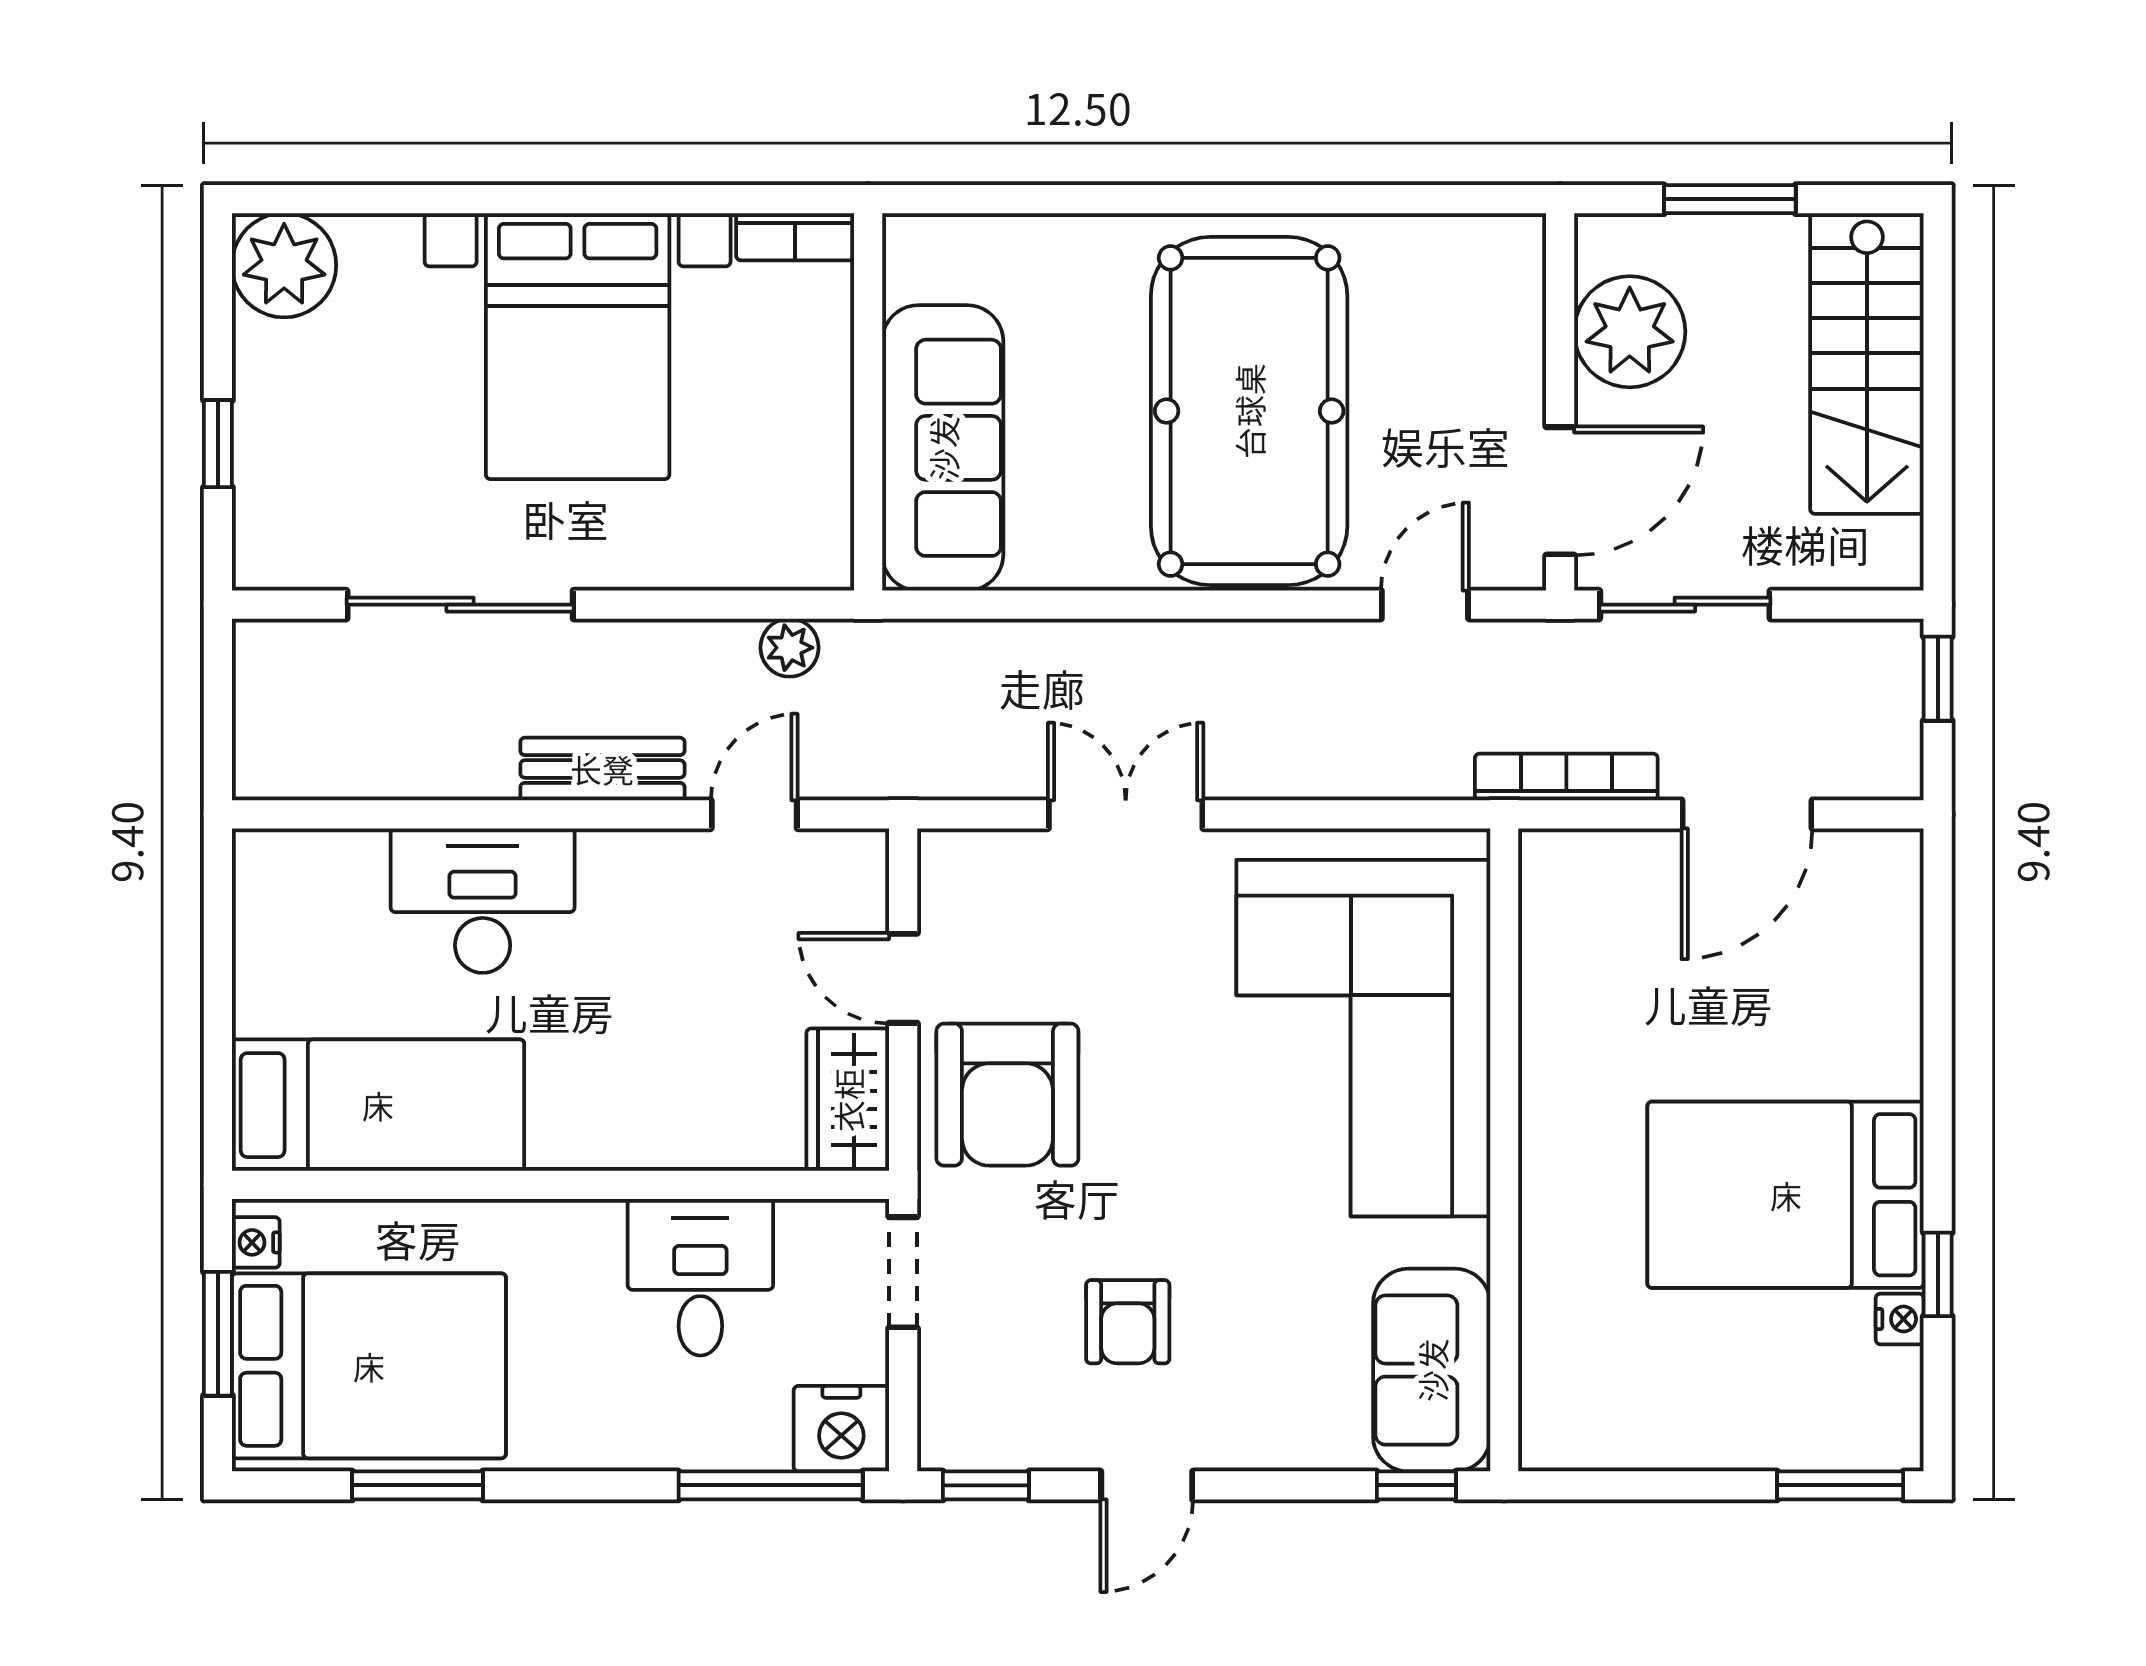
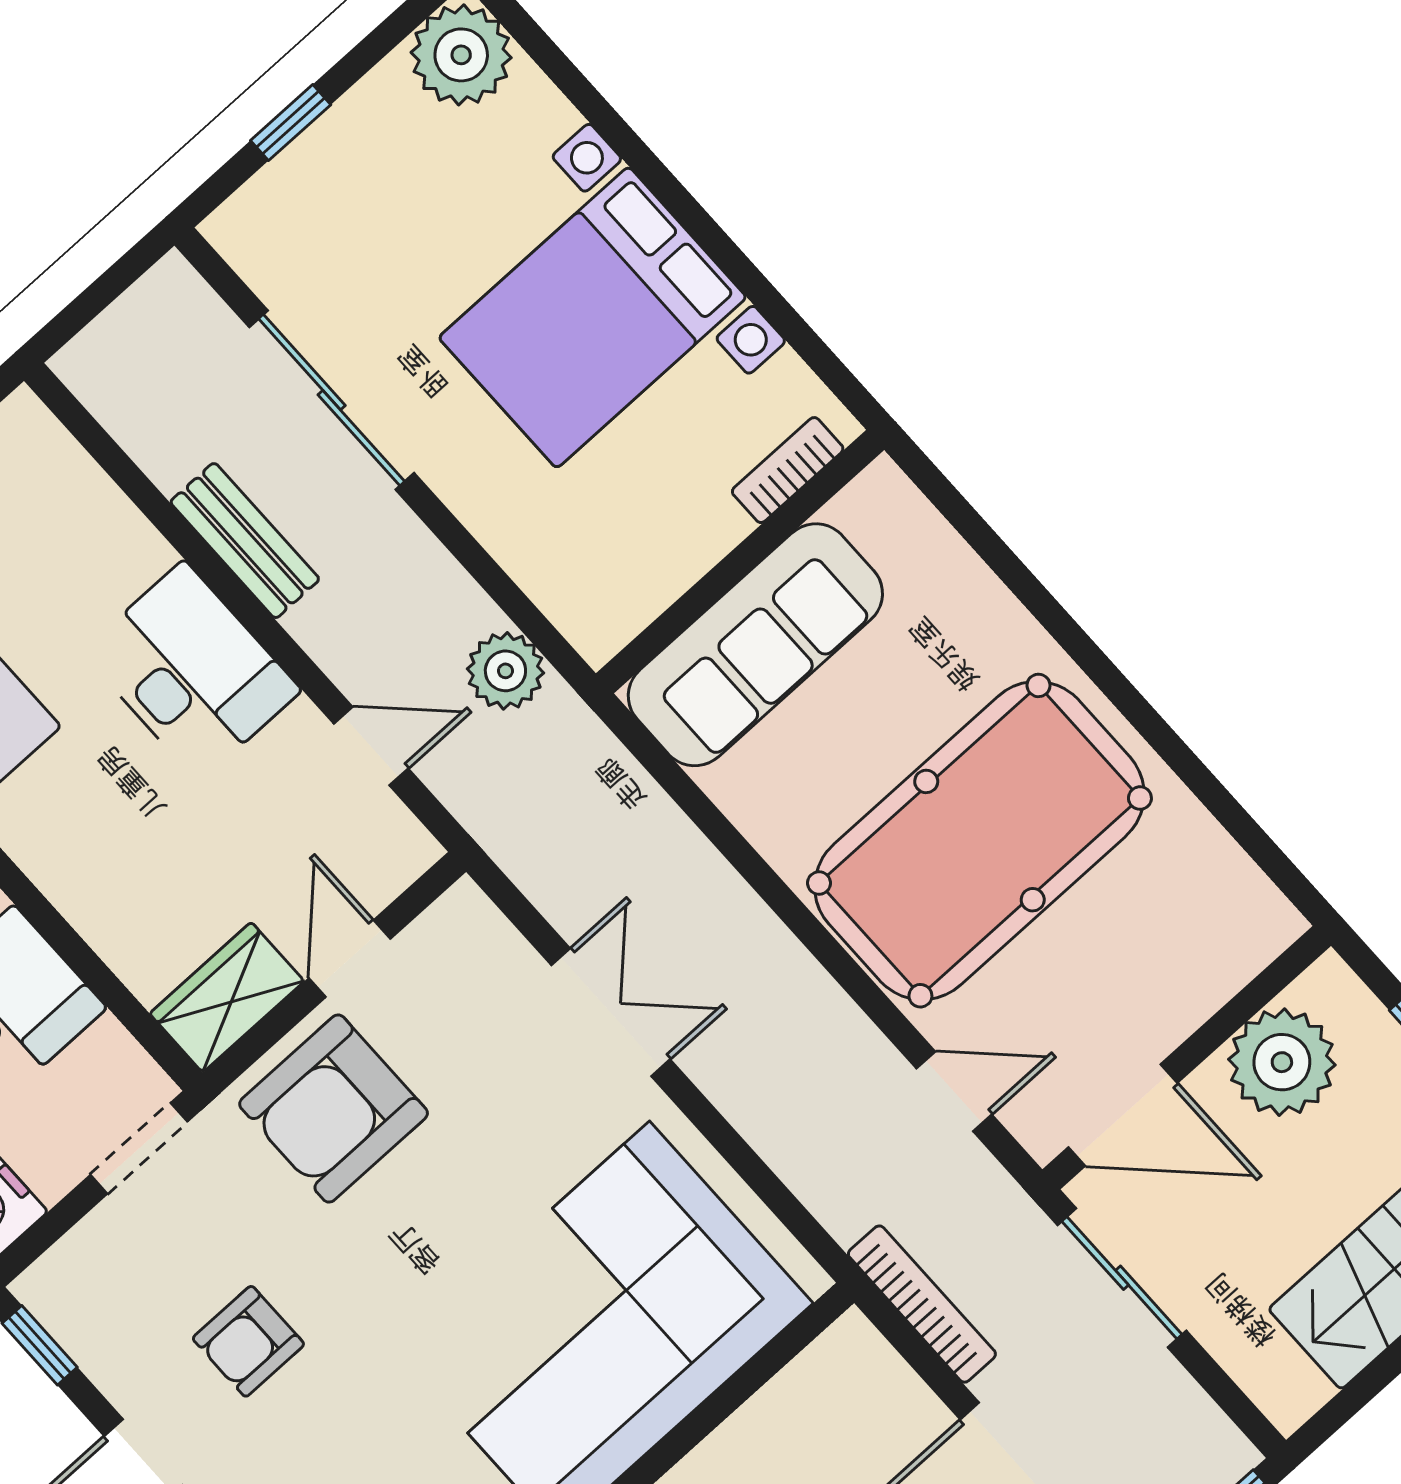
bookcase: (795, 237) -> (788, 470), moved, turned 90
plant: (790, 648) -> (505, 671), width x1.38, depth x1.38
bench: (602, 769) -> (245, 541), moved
desk: (483, 901) -> (191, 671), moved

